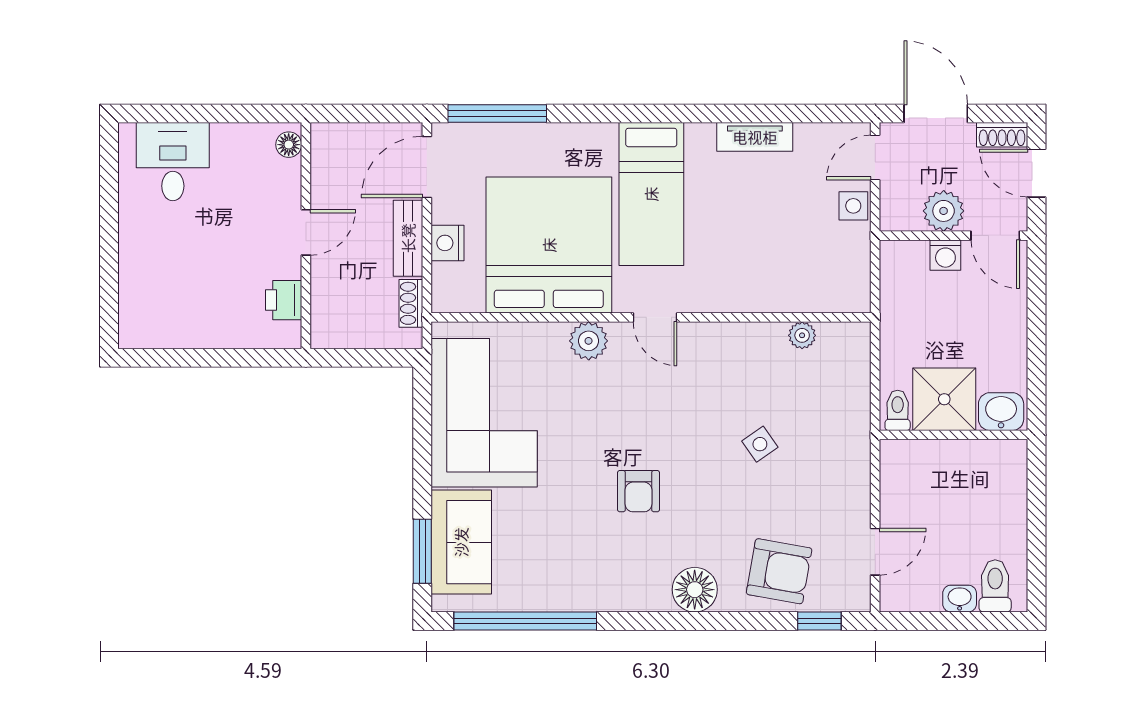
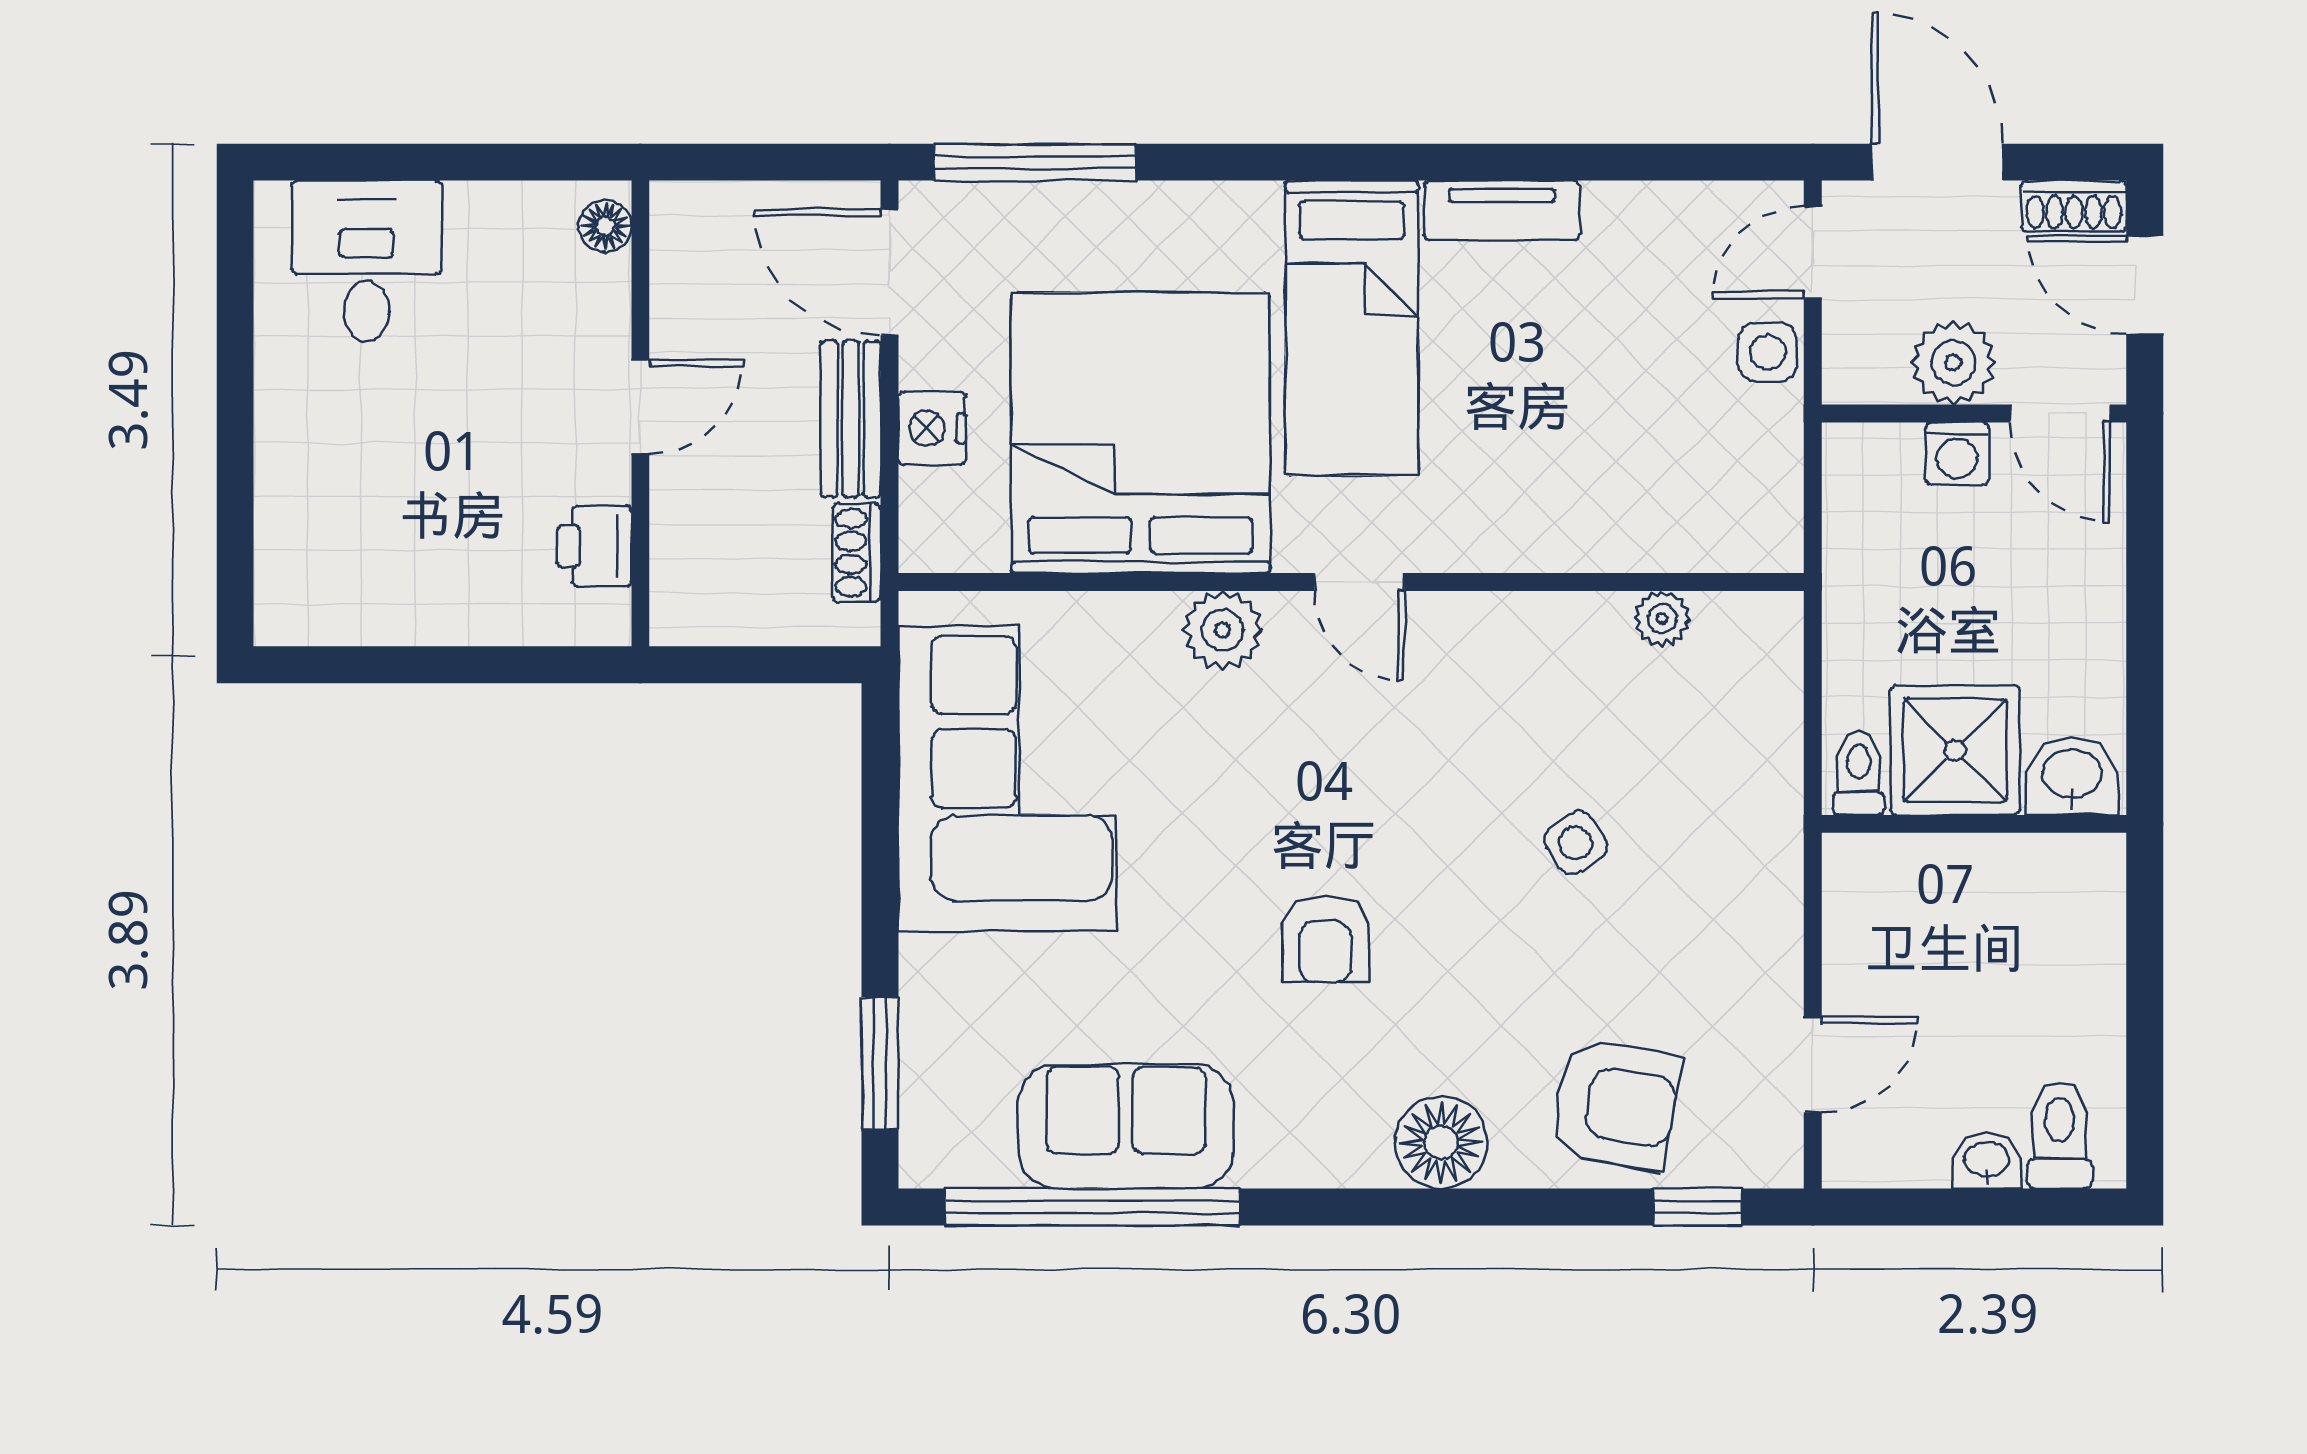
tv unit: (755, 137) -> (1502, 210), moved
door: (427, 167) -> (889, 272), hinge flipped
sofa: (461, 542) -> (1126, 1127), moved, turned -90

